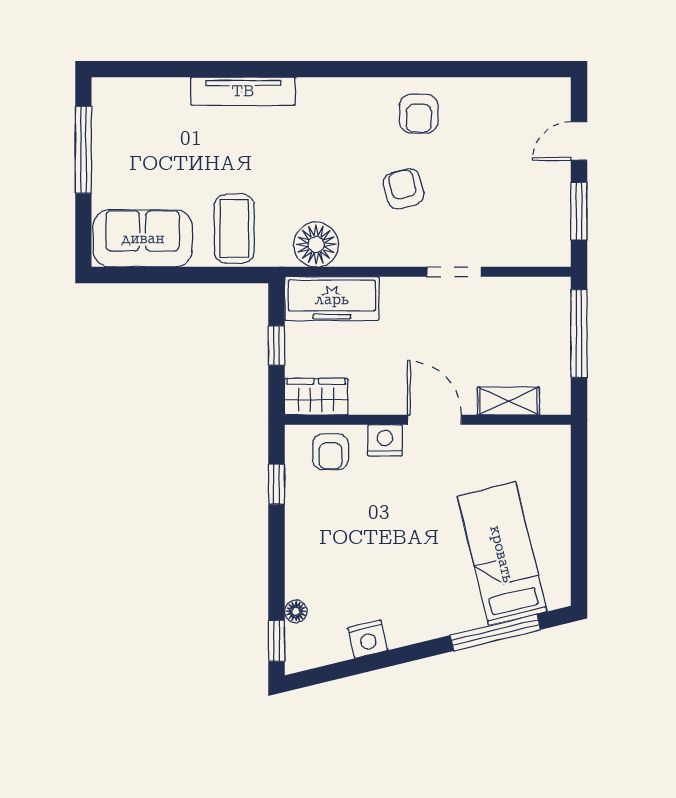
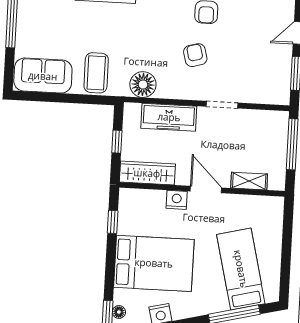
freezer: (332, 299) -> (169, 117), moved
wardrobe: (316, 397) -> (147, 173), width x1.50
armchair: (331, 452) -> (145, 205), removed
bed: (352, 552) -> (154, 263), added
floor lamp: (296, 611) -> (119, 312), moved

